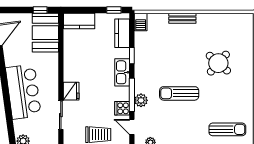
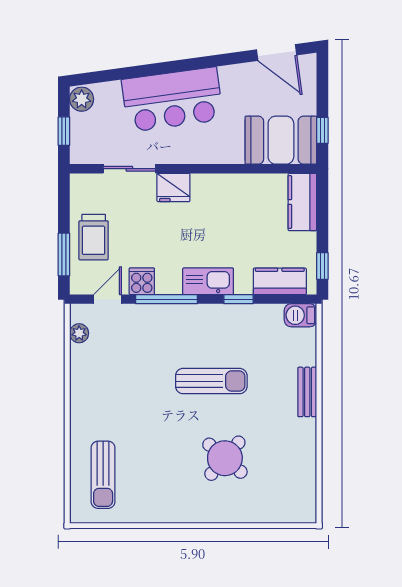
sun lounger: (179, 93) -> (211, 381), moved, turned 90
plant: (141, 100) -> (156, 316), removed

